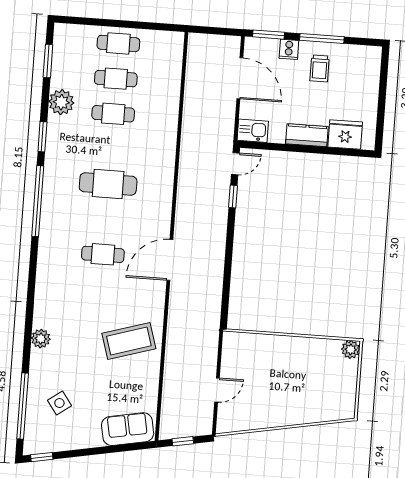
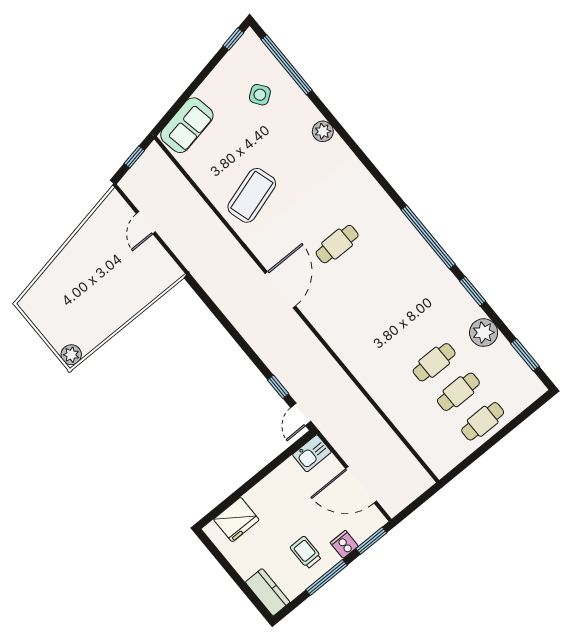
kitchen counter: (307, 135) -> (268, 592), moved, turned -90
cafe table: (108, 184) -> (386, 303), removed

